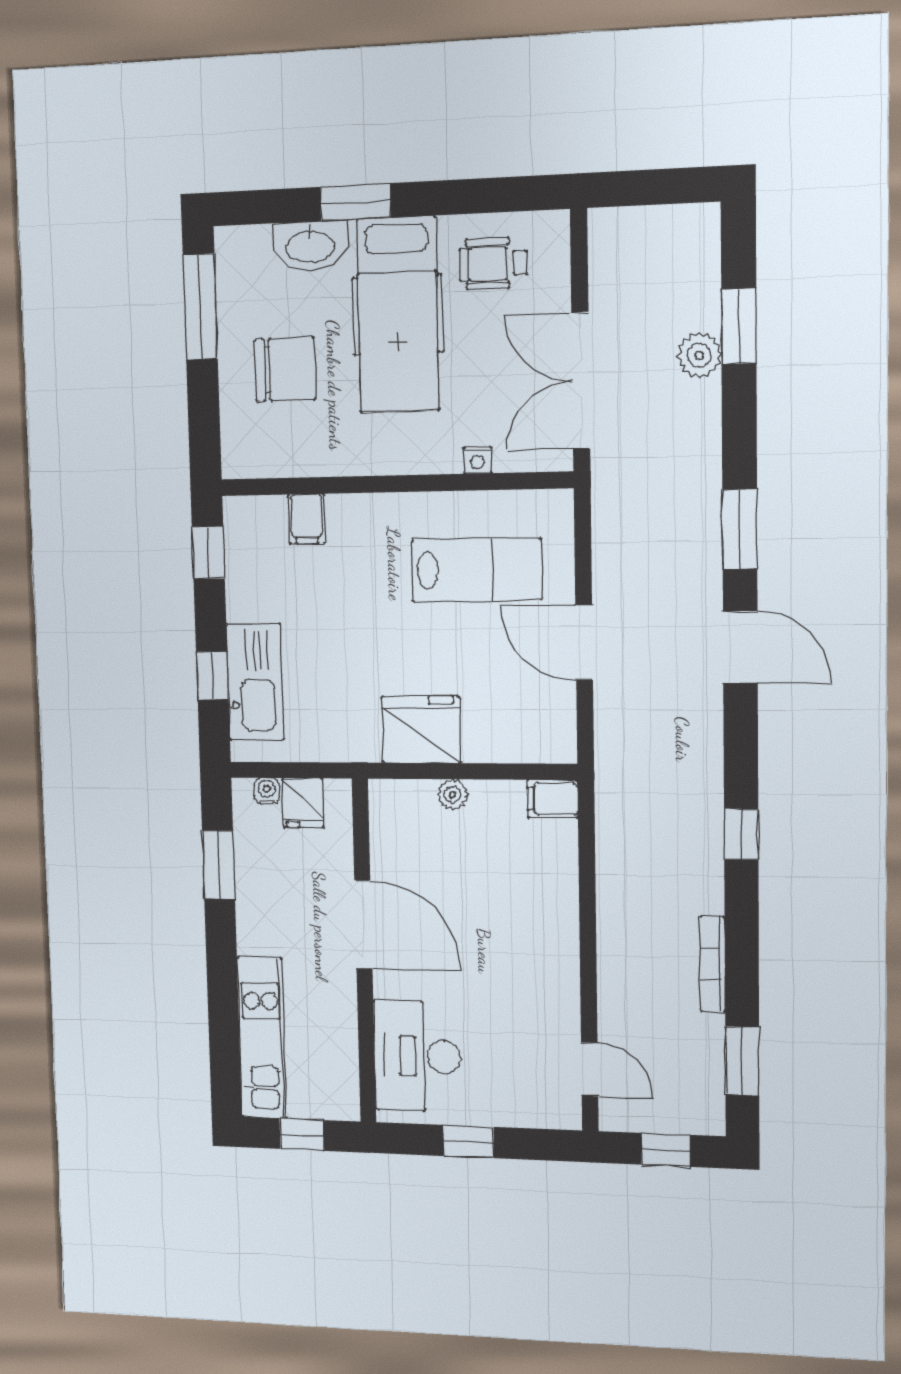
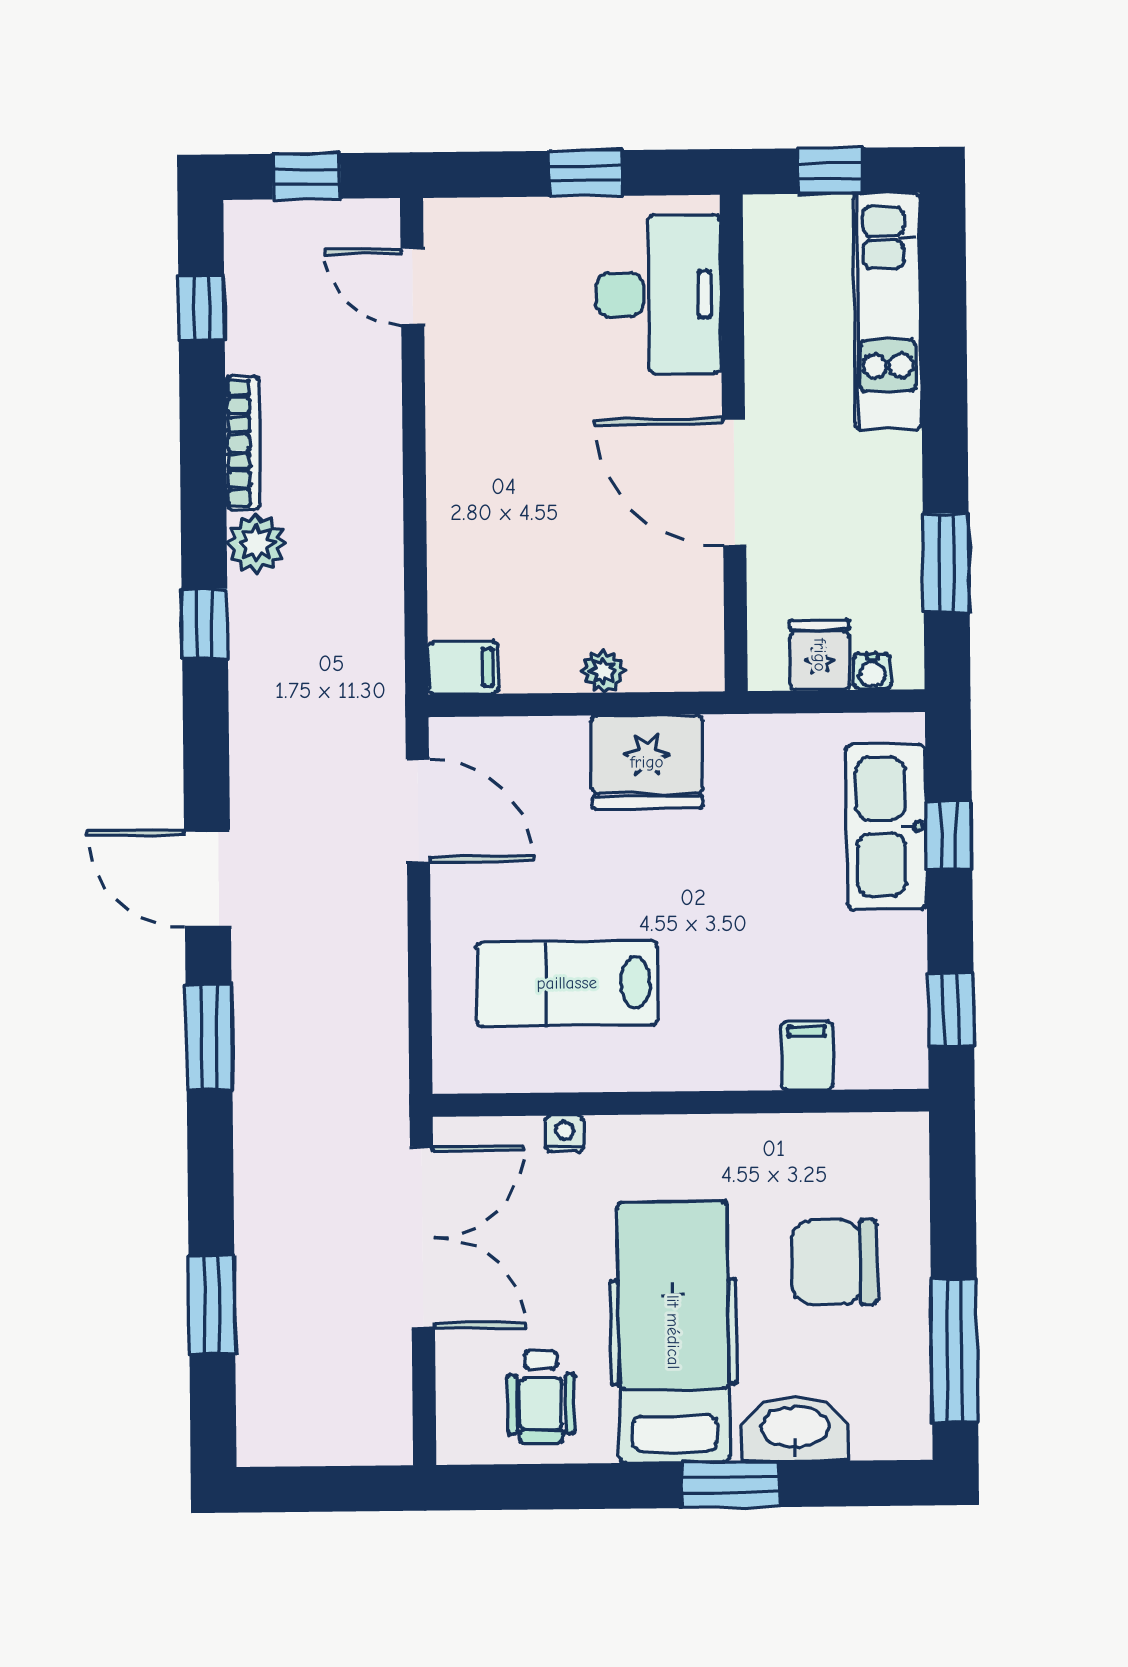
wheelchair: (493, 263) -> (541, 1397), turned 90
plant: (699, 355) -> (256, 544), moved
door: (584, 643) -> (418, 811), moved
window: (742, 1061) -> (201, 308), width x0.67

